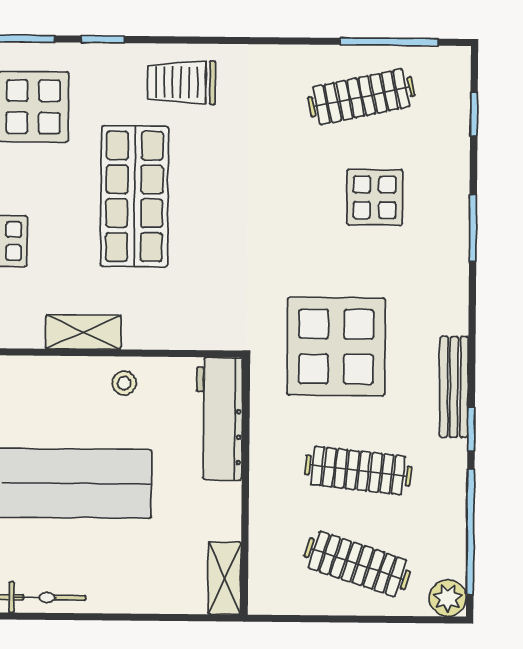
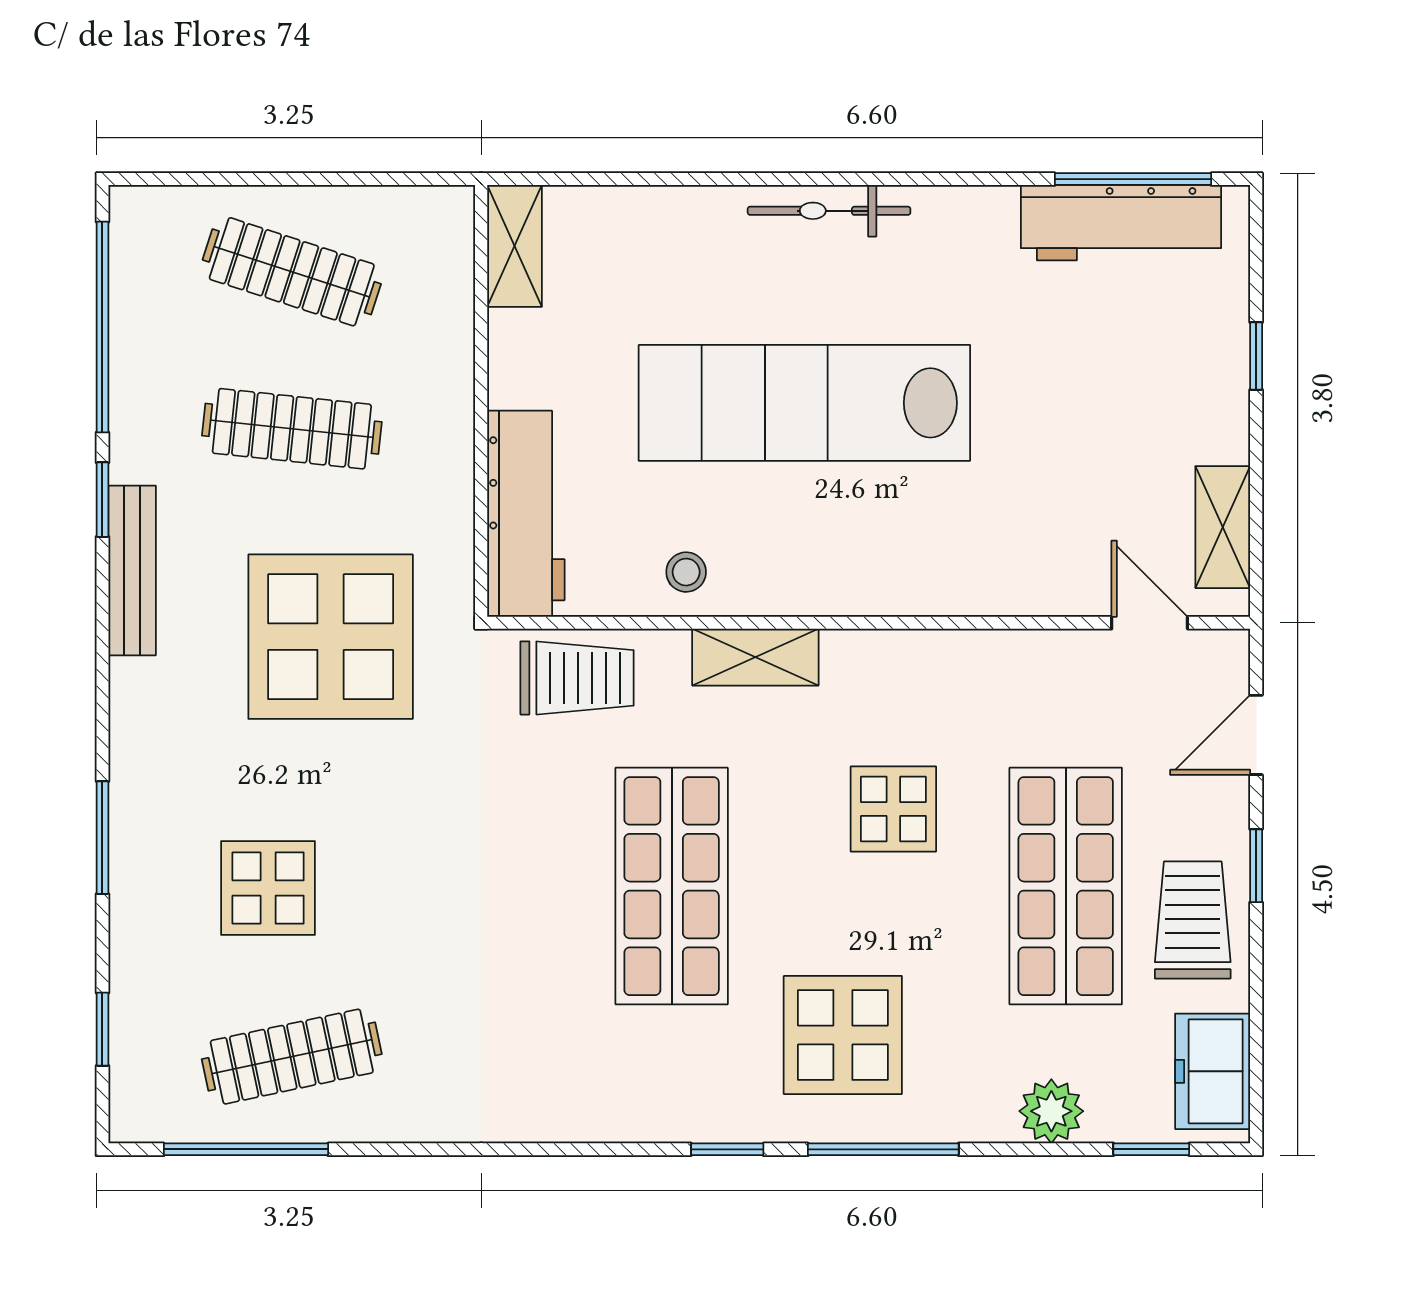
trolley: (181, 82) -> (577, 678), moved
plant: (448, 598) -> (139, 216), removed

